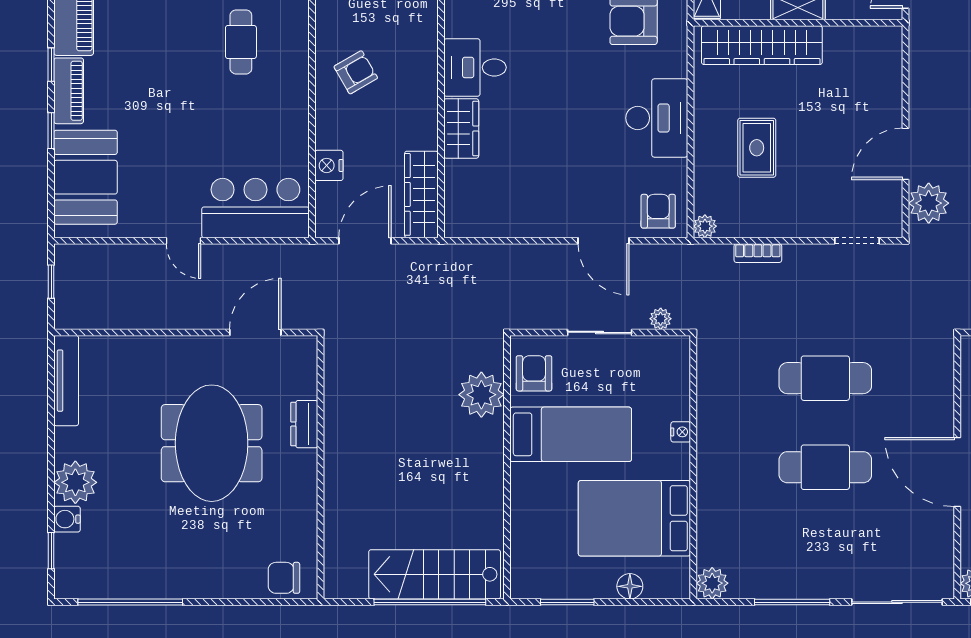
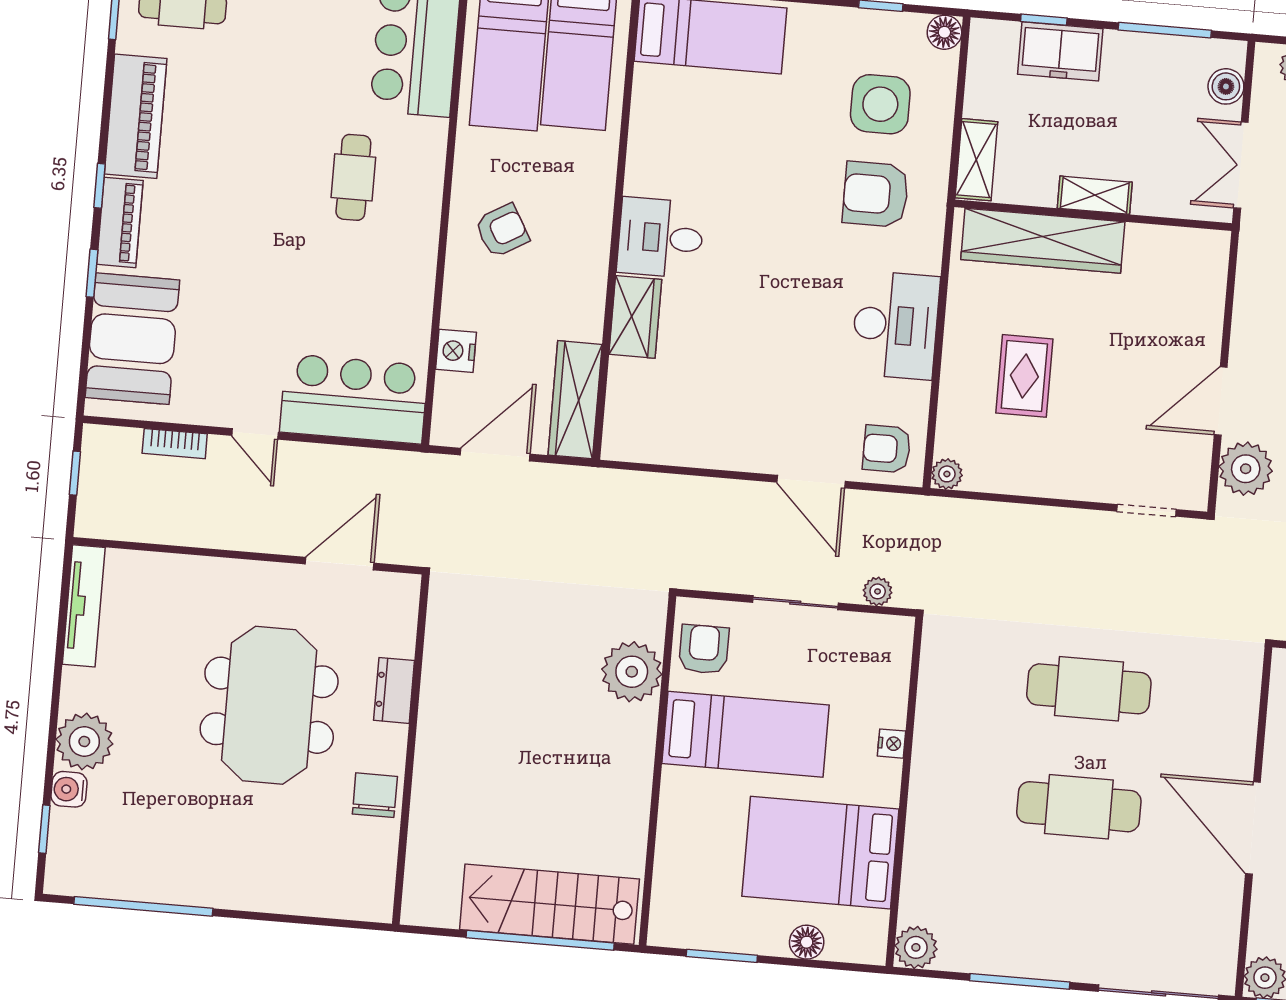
armchair: (658, 211) -> (887, 449), turned -90
bookcase: (758, 253) -> (175, 444), moved
chair: (284, 578) -> (375, 795), moved, turned 90

